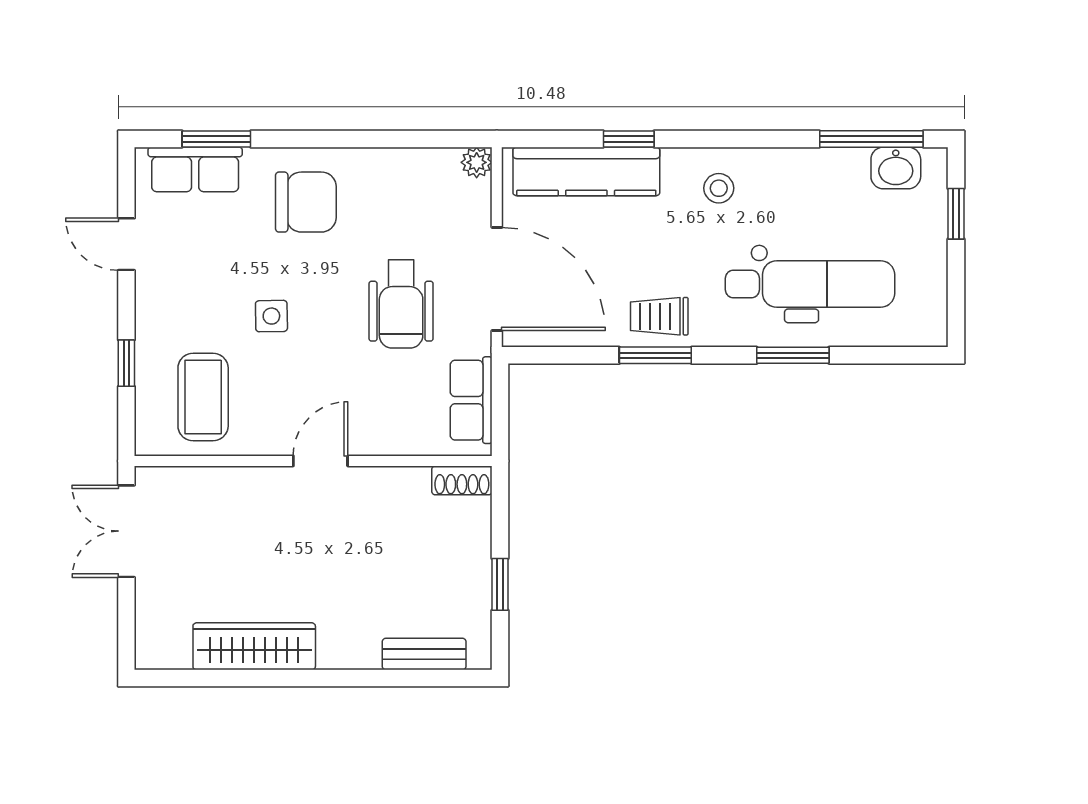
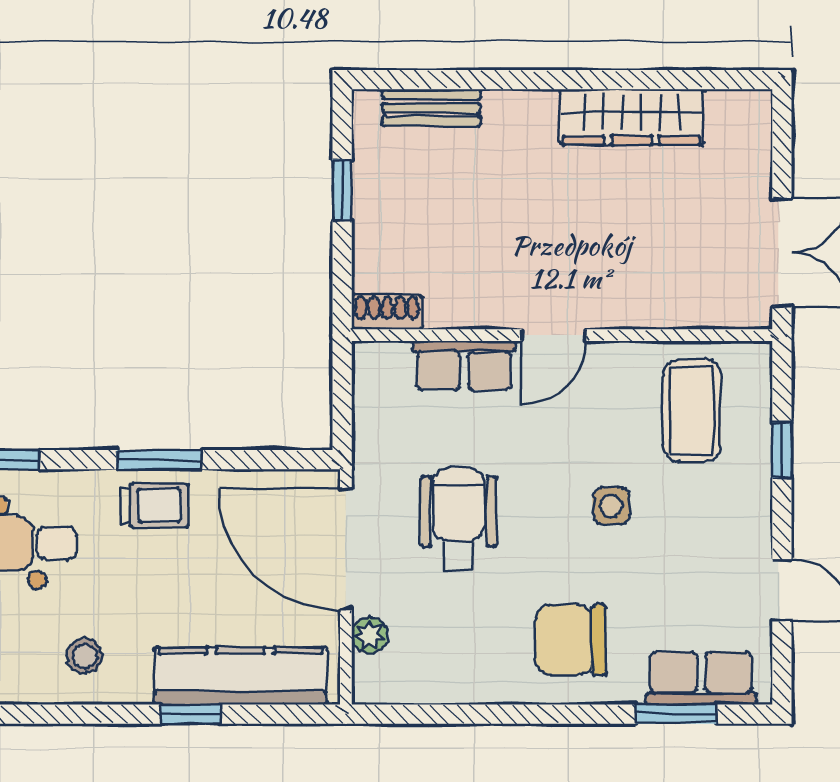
plant: (477, 162) -> (370, 635), moved
row of seats: (471, 400) -> (464, 365), moved, turned 90

